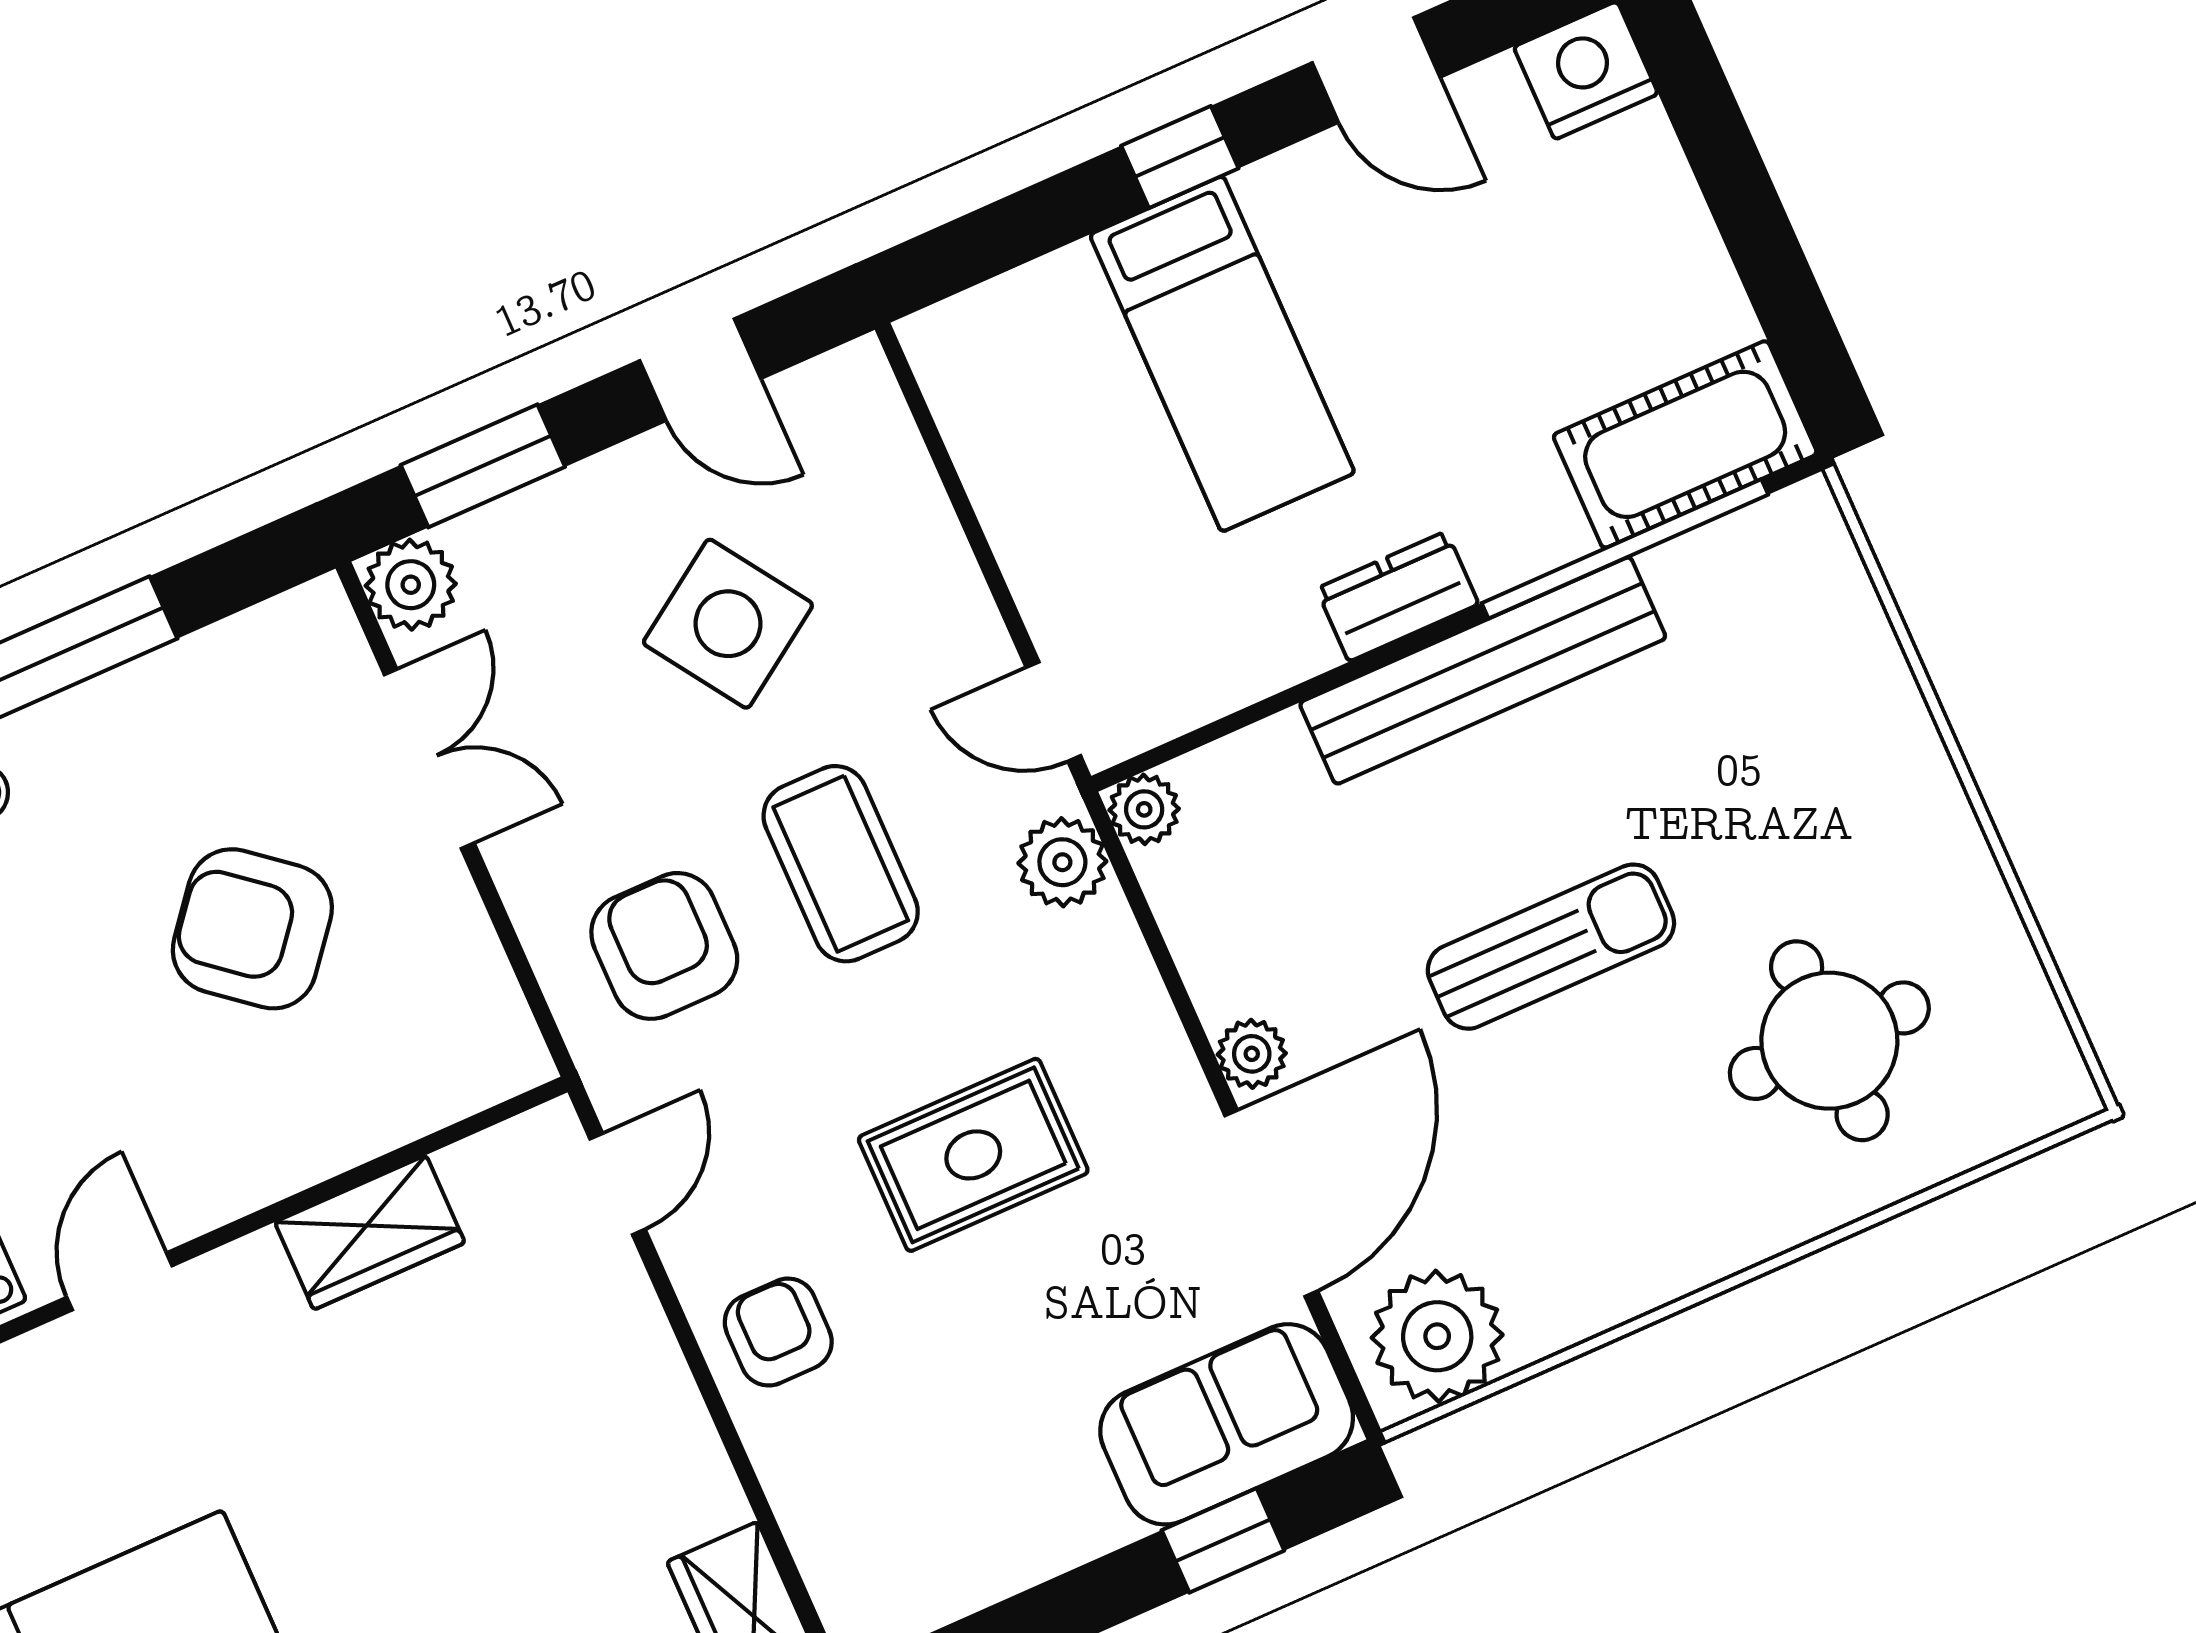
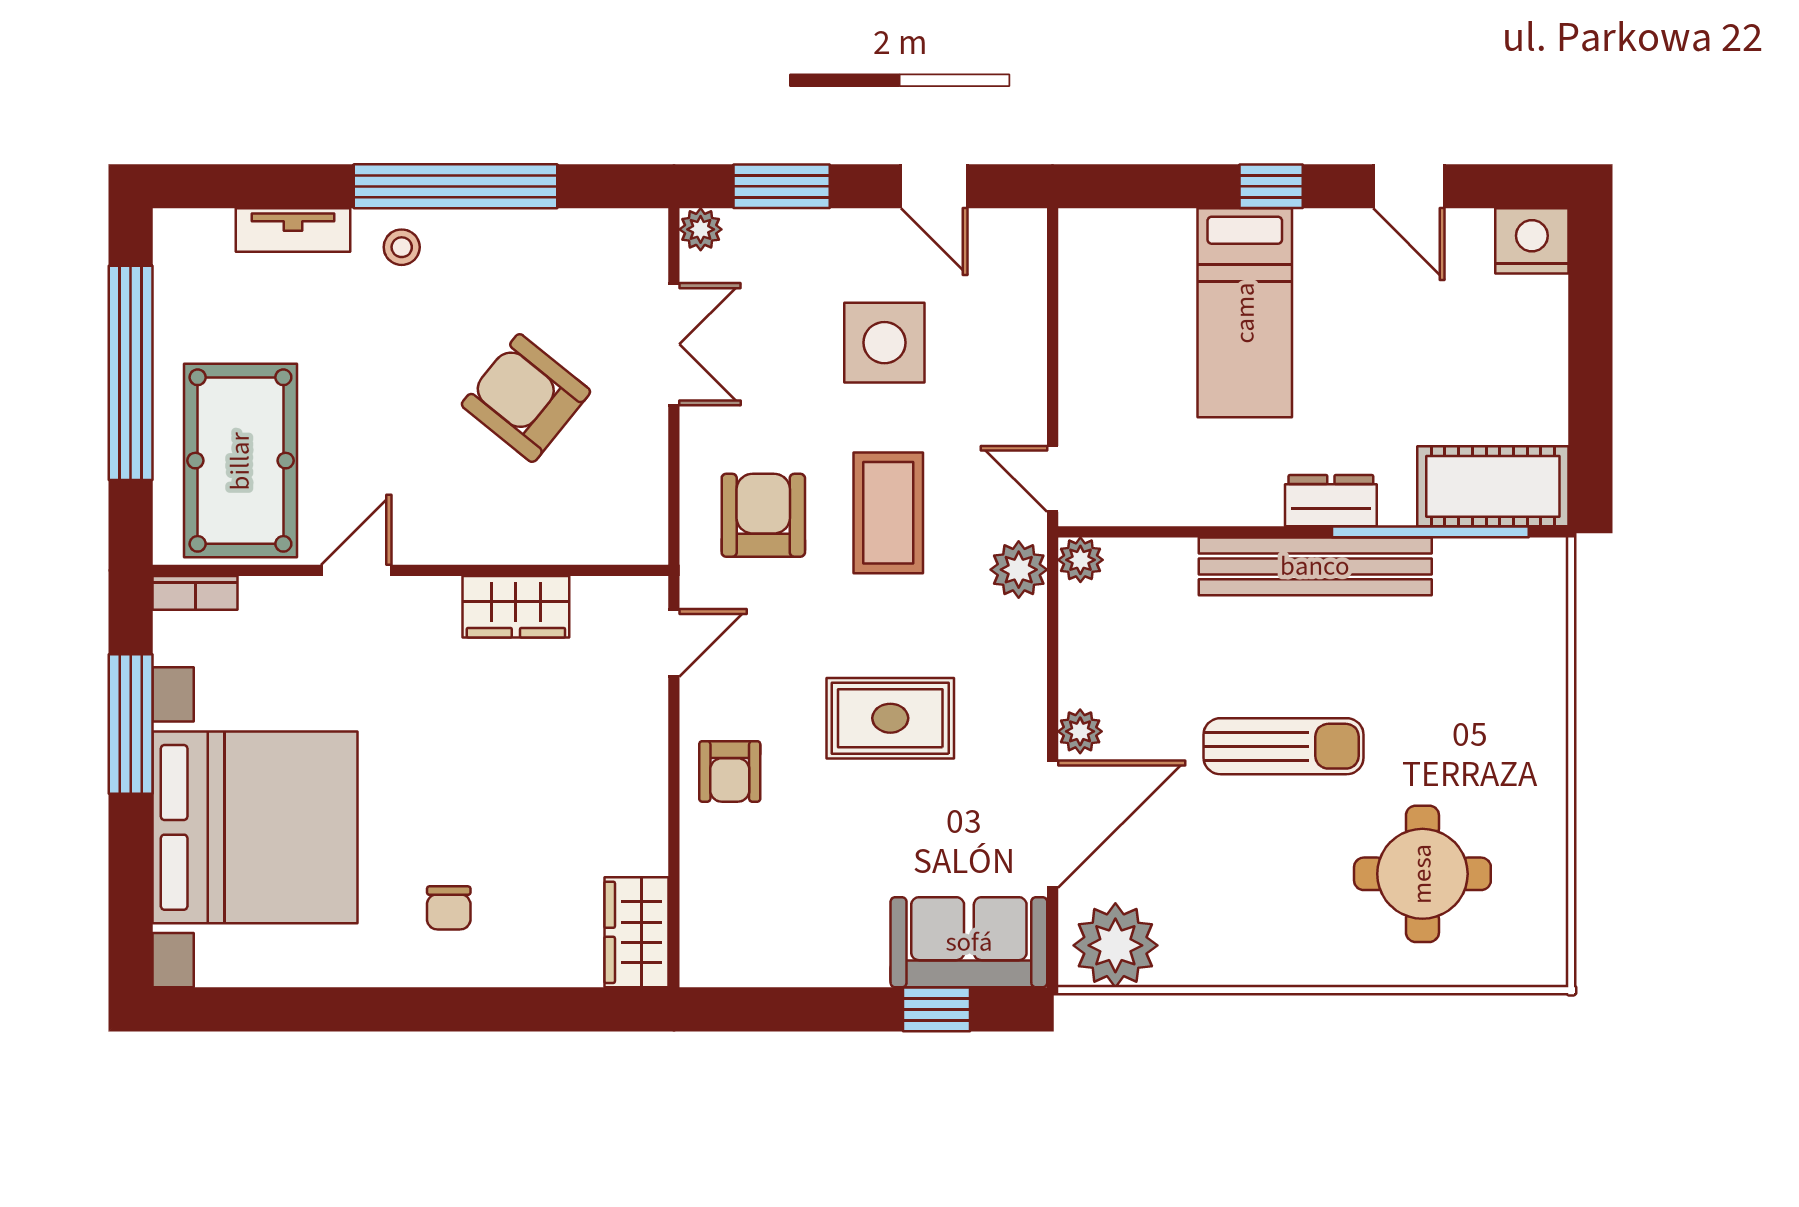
plant: (411, 585) -> (701, 229), width x0.73, depth x0.73
dresser: (1397, 596) -> (1331, 501), moved
side table: (728, 624) -> (884, 343), turned 34
armchair: (778, 1332) -> (730, 771), turned 180

